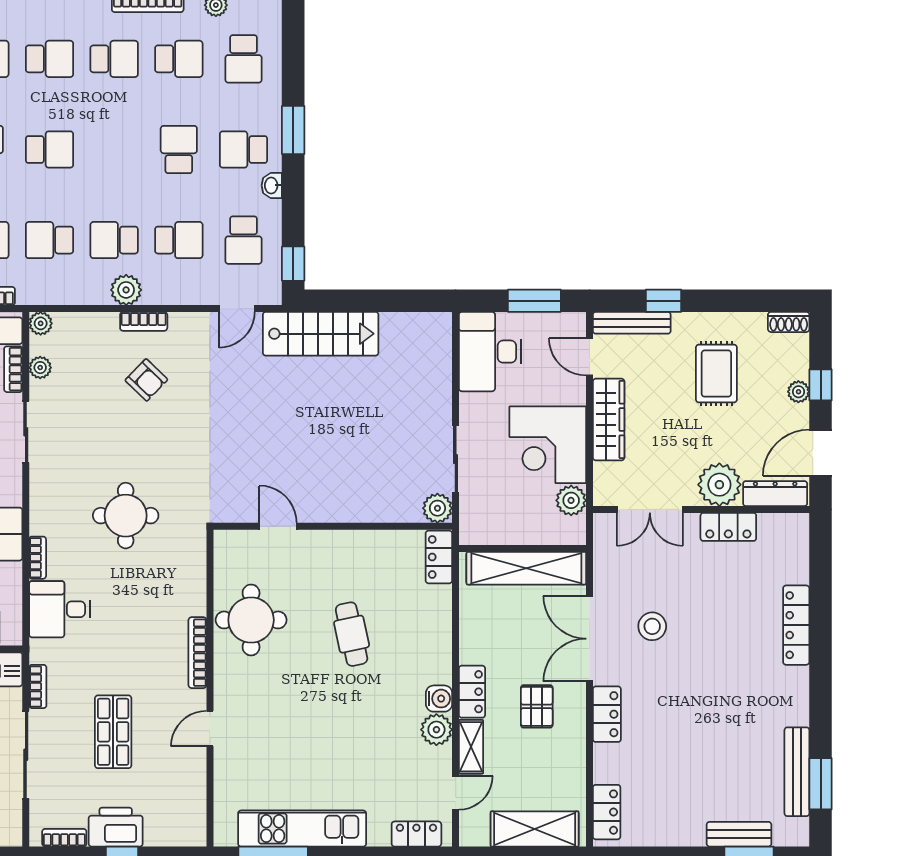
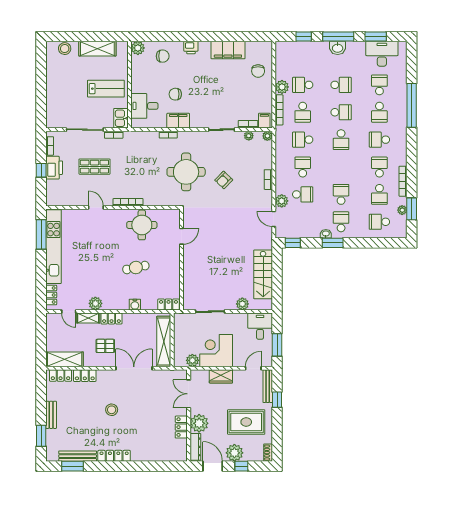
school desk: (49, 59) -> (379, 140), turned 90
school desk: (114, 59) -> (379, 167), turned 180
window: (293, 130) -> (333, 243), moved
school desk: (179, 149) -> (341, 194), turned -90
school desk: (49, 240) -> (303, 140), turned -90
school desk: (179, 240) -> (303, 194), turned -90
school desk: (244, 240) -> (303, 222), removed
plant: (126, 290) -> (282, 201), moved
stairs: (321, 334) -> (263, 274), moved
desk: (490, 352) -> (260, 326), width x0.73
rug: (716, 374) -> (246, 422), width x1.36, depth x1.43
armchair: (146, 380) -> (224, 180), moved
plant: (798, 392) -> (234, 453), width x1.88, depth x1.88
wardrobe: (609, 420) -> (221, 376), width x0.67
plant: (437, 508) -> (242, 304), moved
round table: (126, 516) -> (186, 172), width x1.36, depth x1.36
desk: (60, 609) -> (146, 144), removed
locker: (796, 625) -> (114, 456), moved
stool: (652, 626) -> (112, 410), moved
water cooler: (439, 699) -> (135, 305), moved
locker: (607, 714) -> (85, 376), moved
kitchen unit: (302, 829) -> (54, 247), width x1.36
shelving: (535, 829) -> (65, 359), moved, turned 90
bench: (739, 834) -> (51, 415), moved

